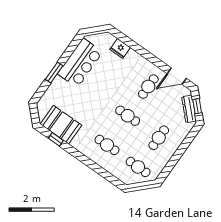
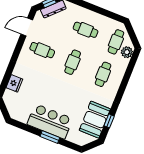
bar counter: (80, 63) -> (50, 121), moved
door: (177, 76) -> (27, 27), swing flipped
plant: (124, 176) -> (127, 52), added

